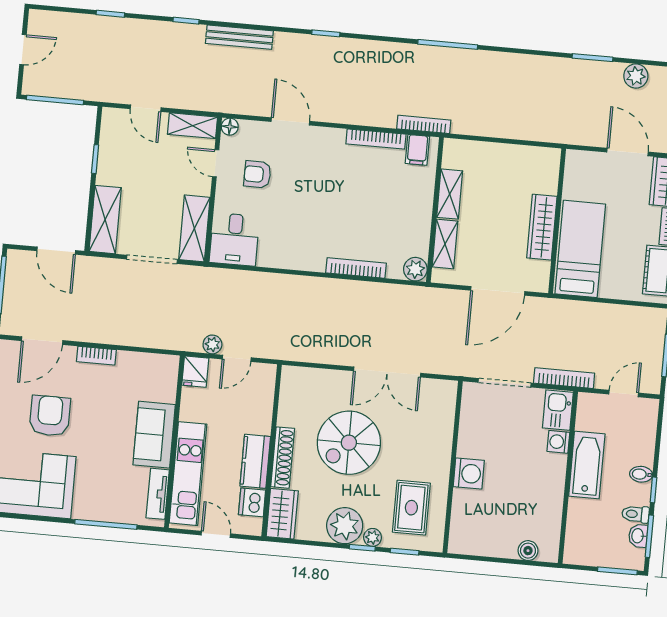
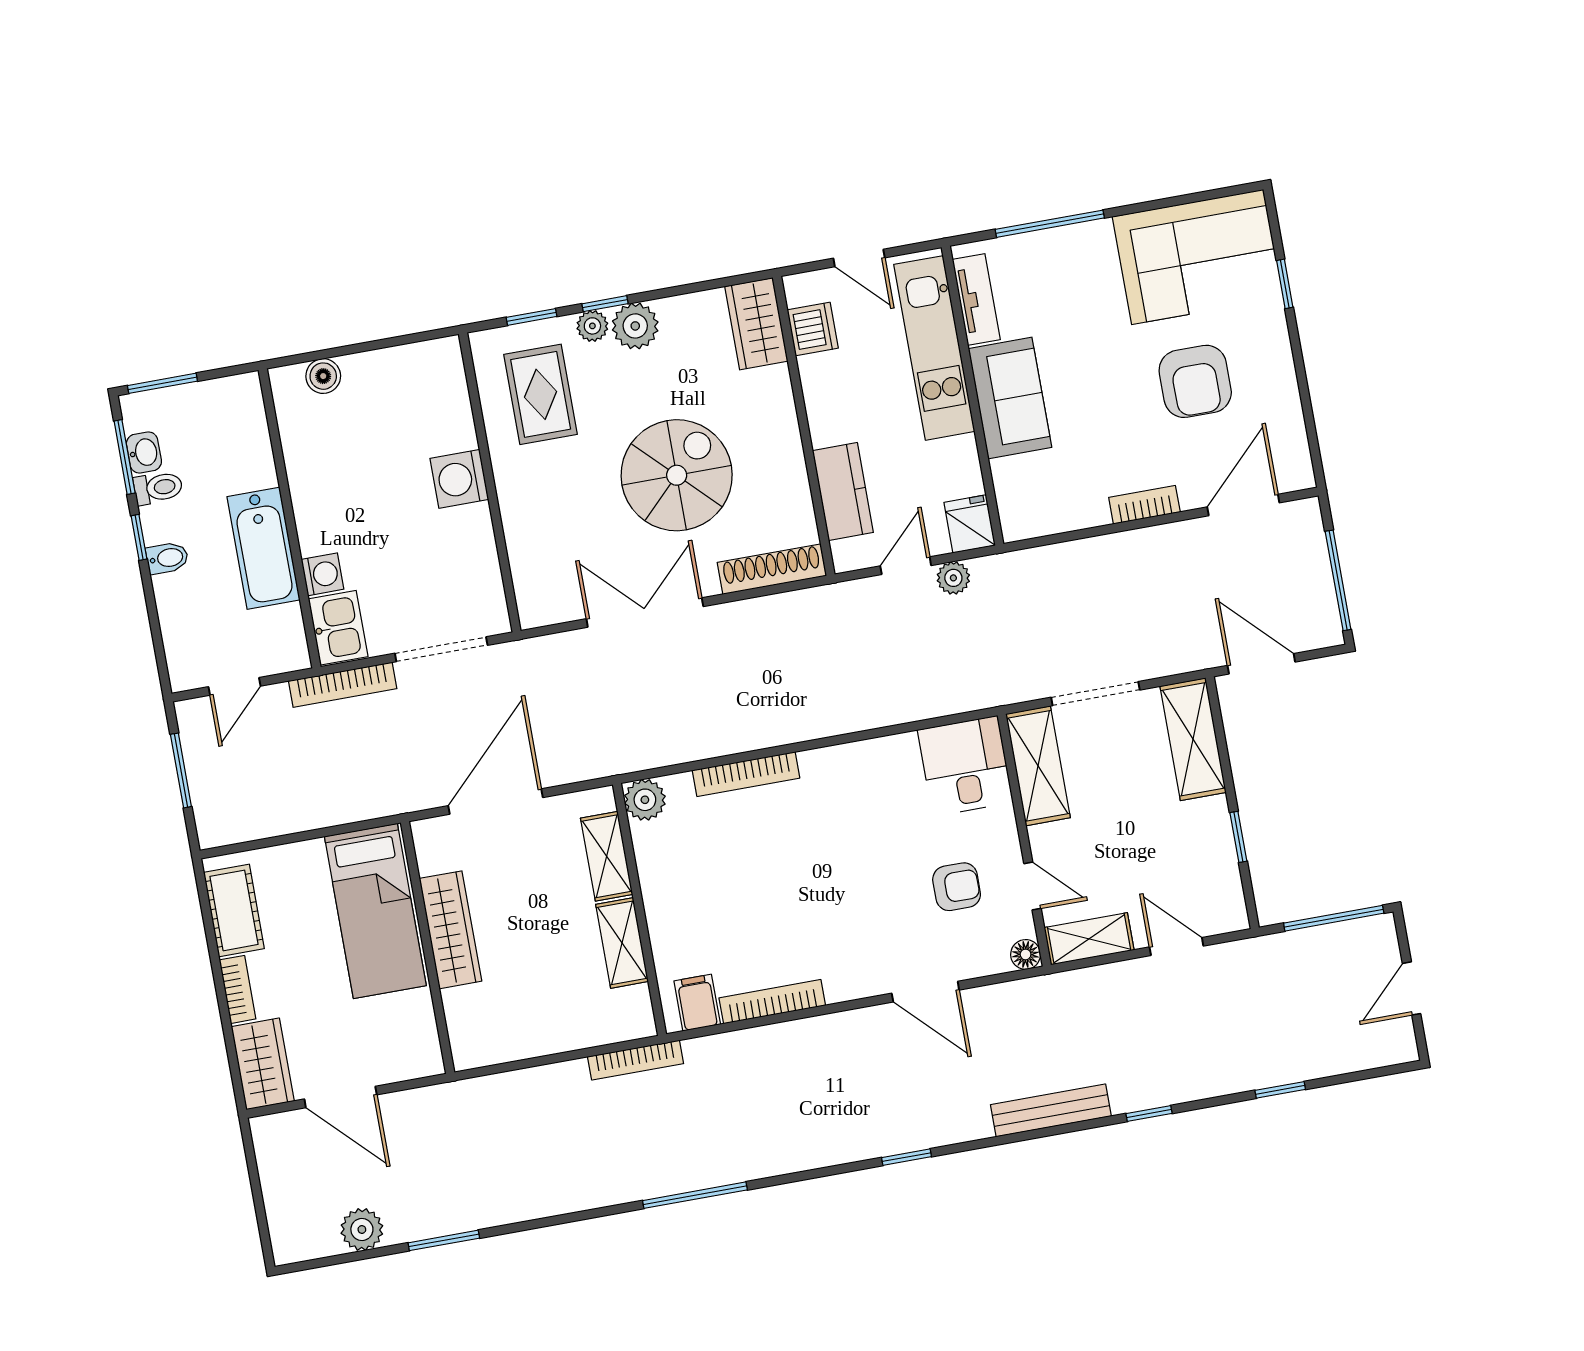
bookcase: (424, 124) -> (636, 1060), moved
shoe rack: (283, 458) -> (772, 569), moved, turned 90
kitchen counter: (255, 461) -> (843, 492), moved
plant: (345, 526) -> (635, 326), width x0.73, depth x0.73

